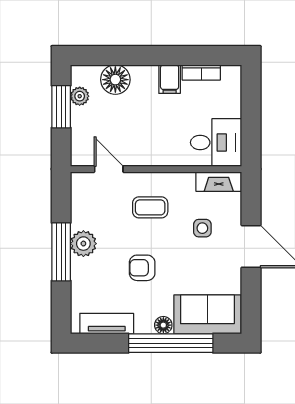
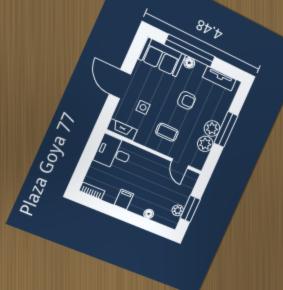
bookcase: (201, 72) -> (92, 191), moved
floor lamp: (115, 80) -> (149, 214), width x0.53, depth x0.53
plant: (83, 216) -> (205, 144), added

